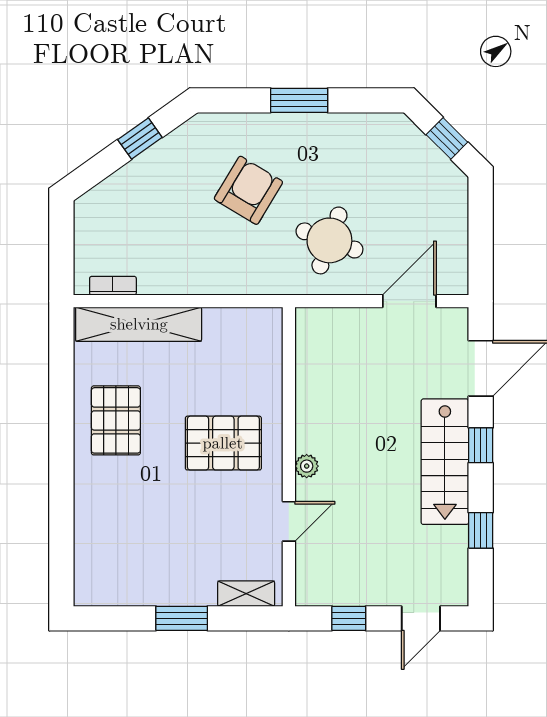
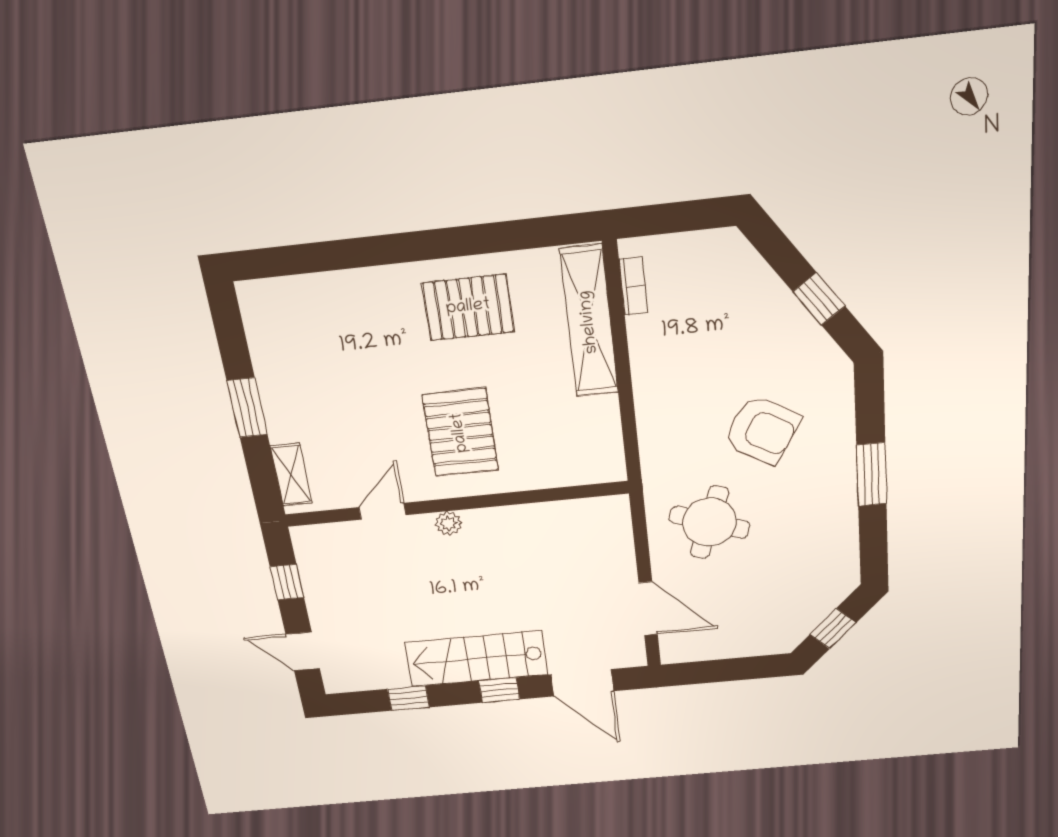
door: (289, 521) -> (382, 511), swing flipped

